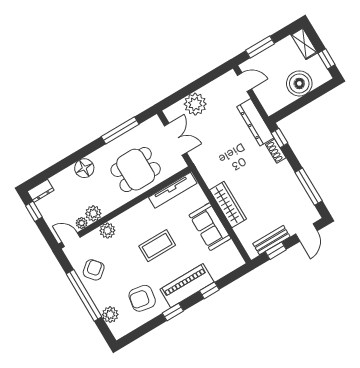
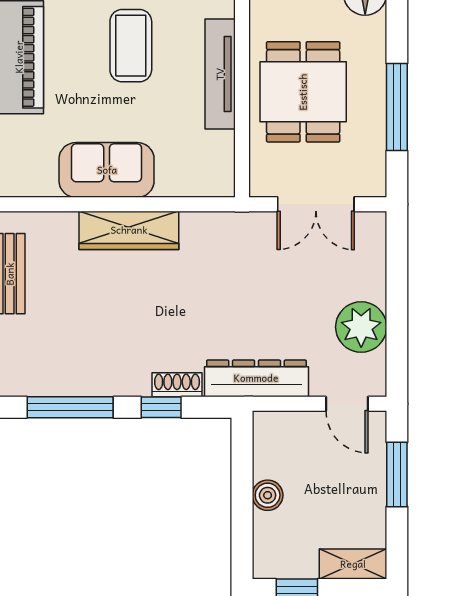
door: (244, 82) -> (347, 404), hinge flipped
boiler: (299, 83) -> (268, 495), width x0.54, depth x0.54
plant: (195, 104) -> (361, 327), moved
window: (280, 138) -> (161, 407), moved
tv unit: (173, 190) -> (220, 74), moved

